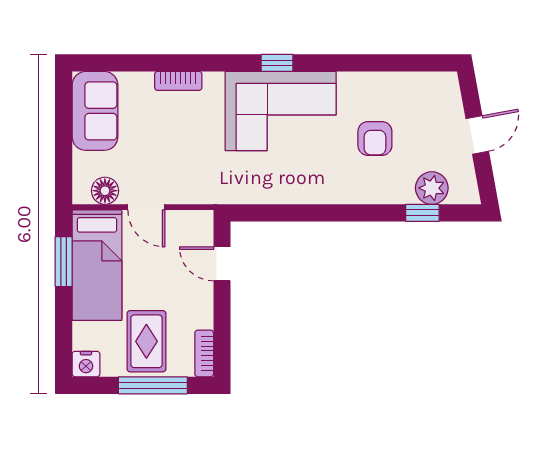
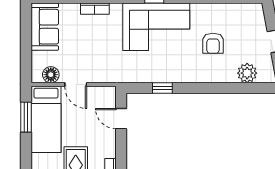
window: (422, 213) -> (162, 88), moved

